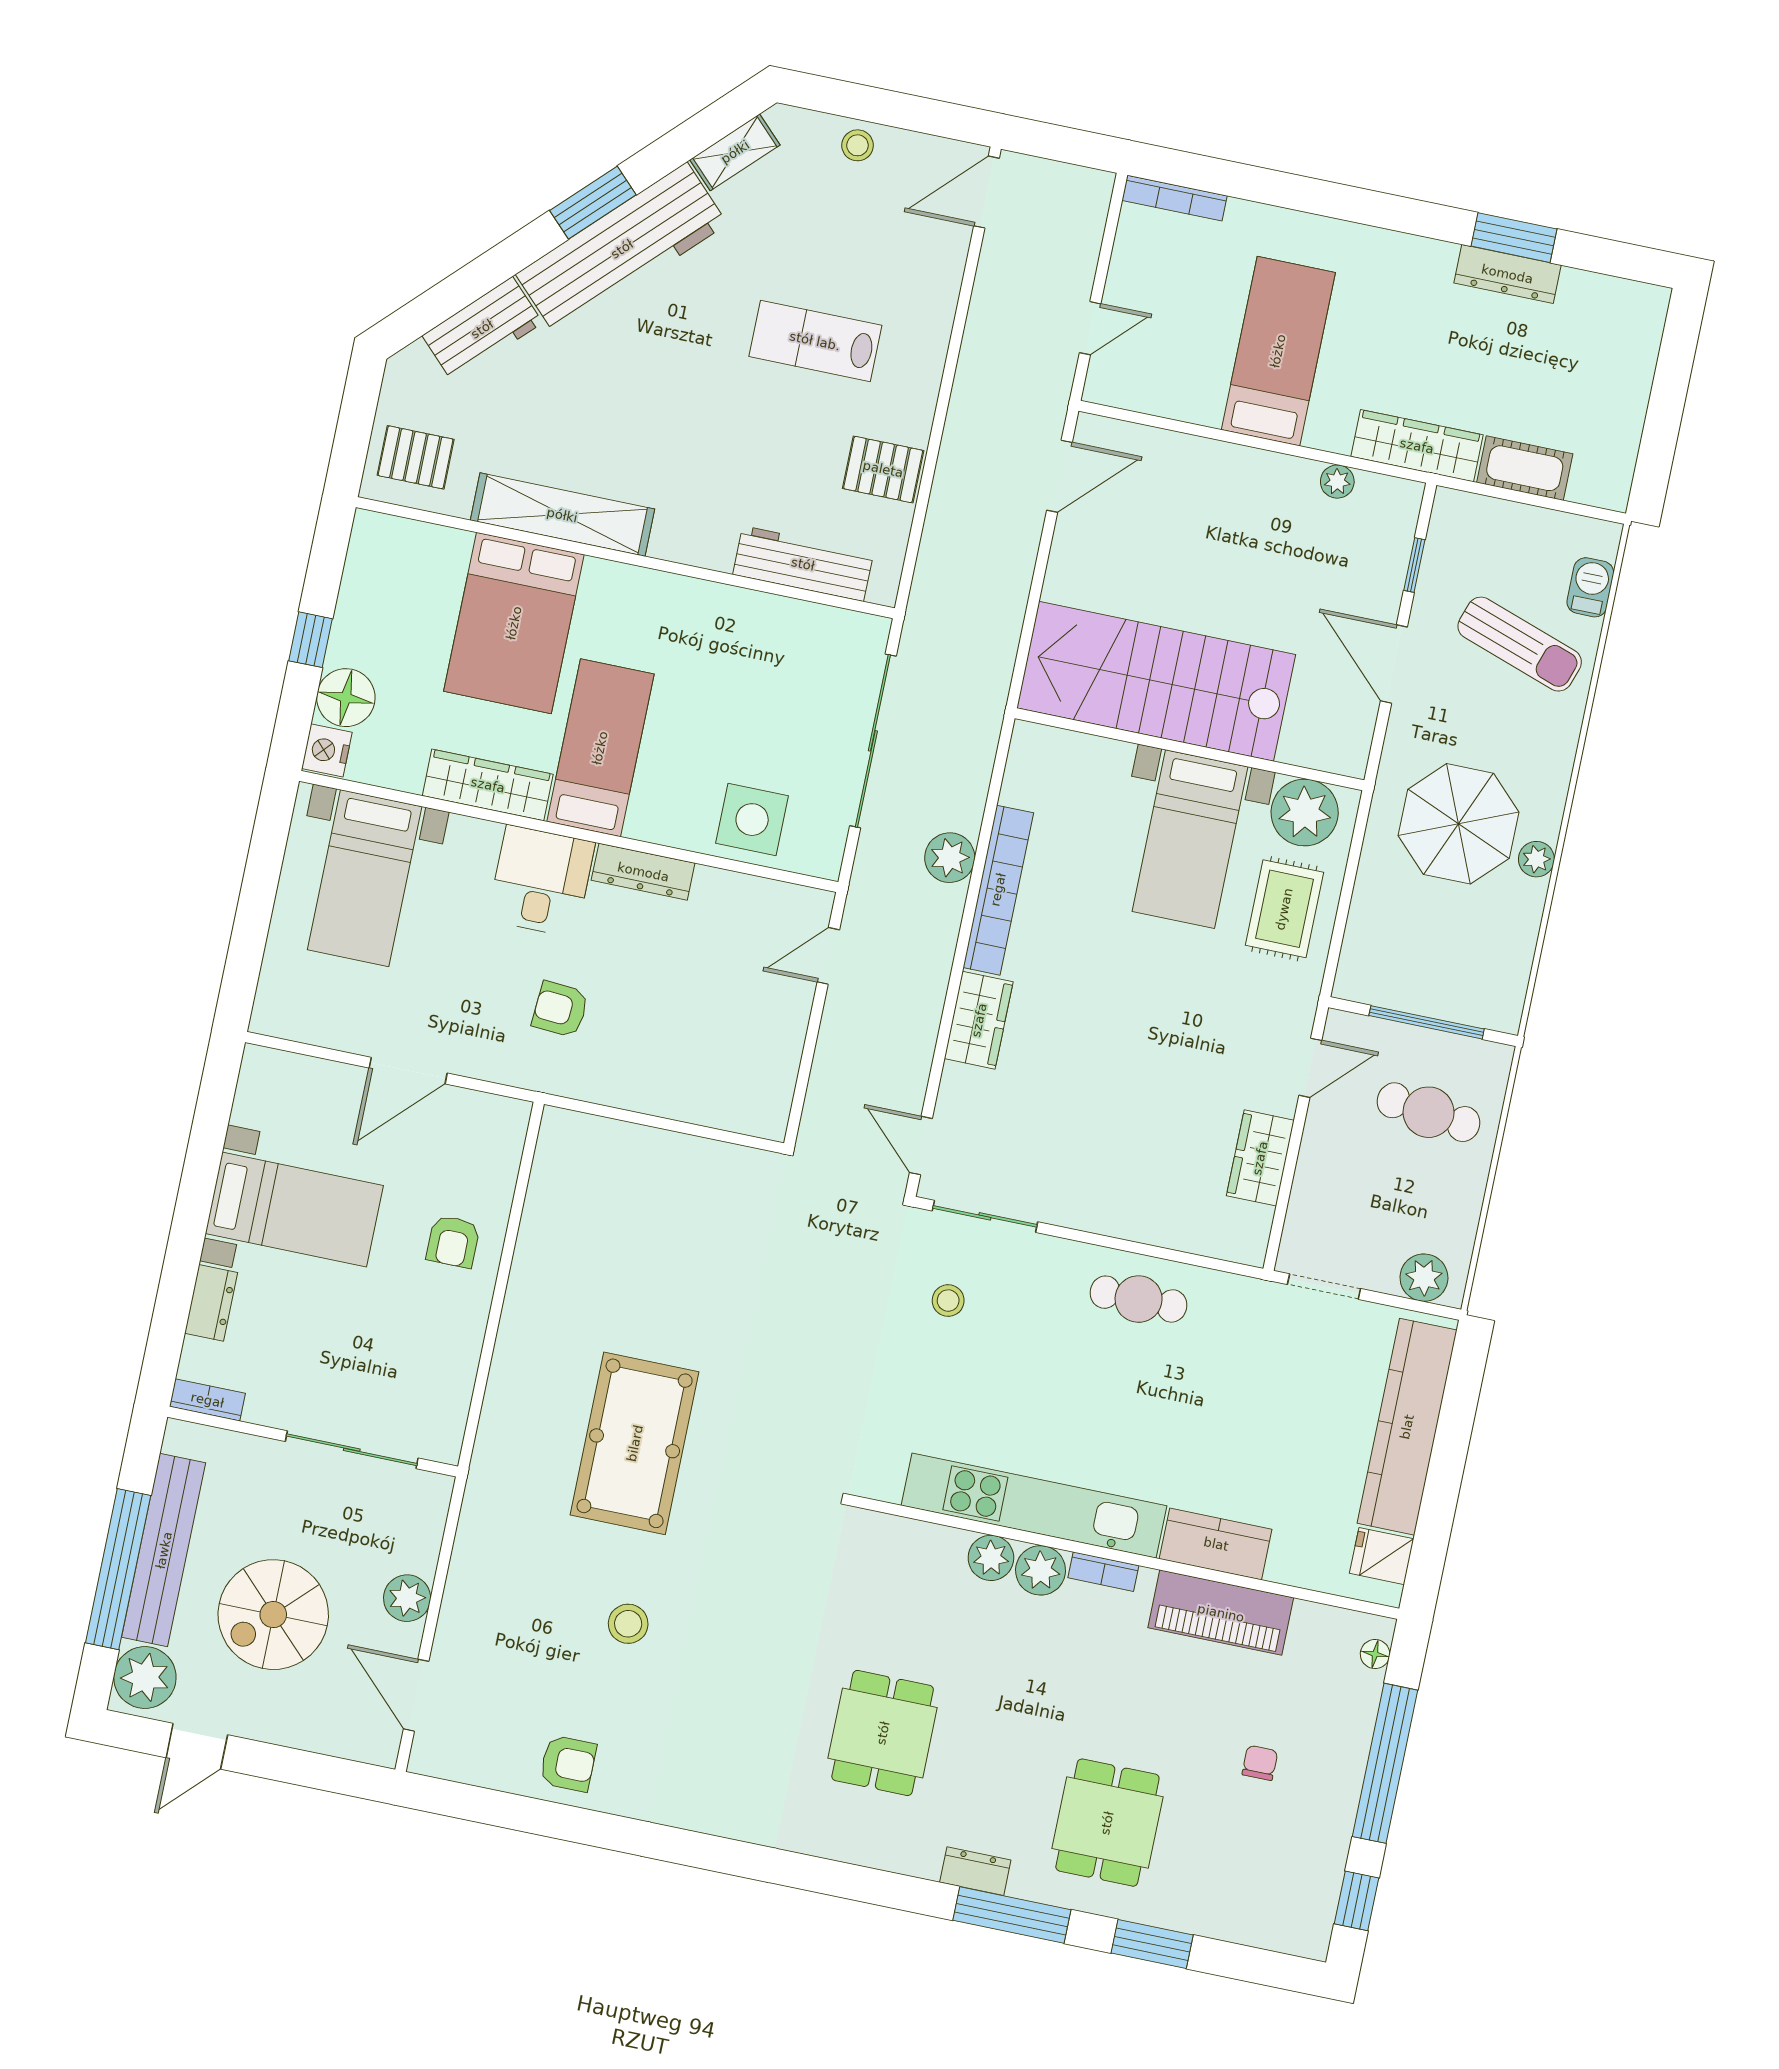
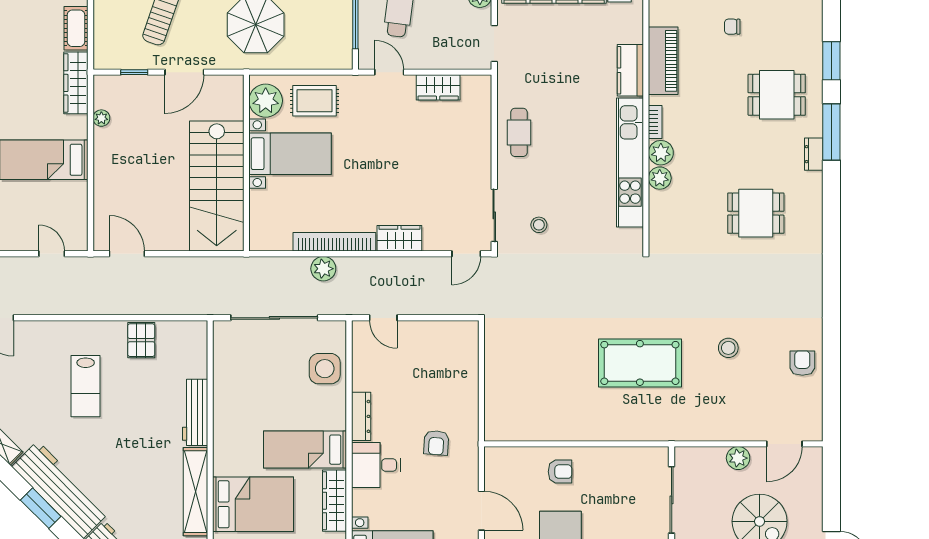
workbench: (803, 564) -> (195, 412), moved

